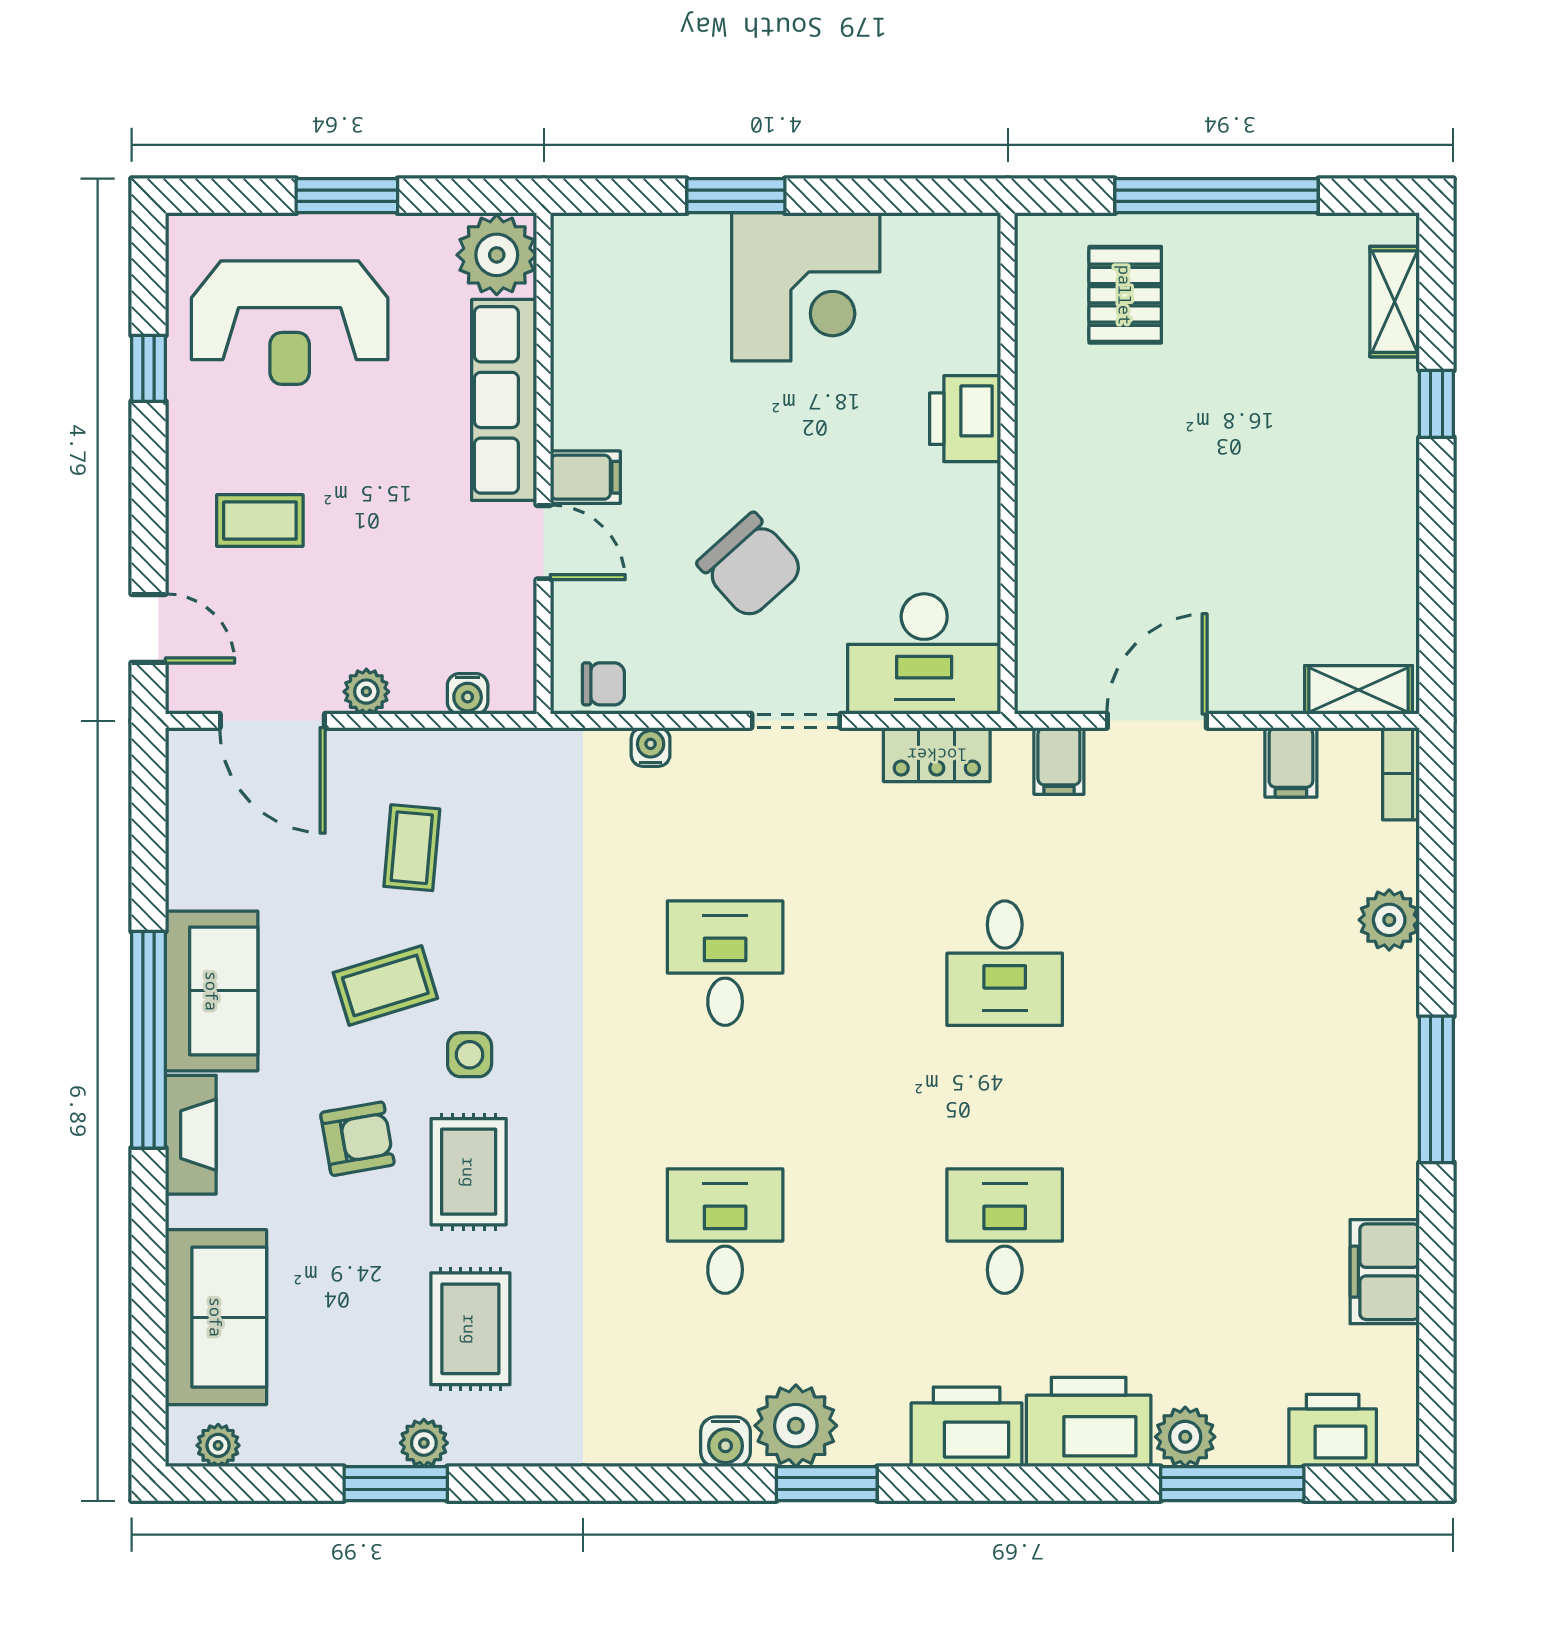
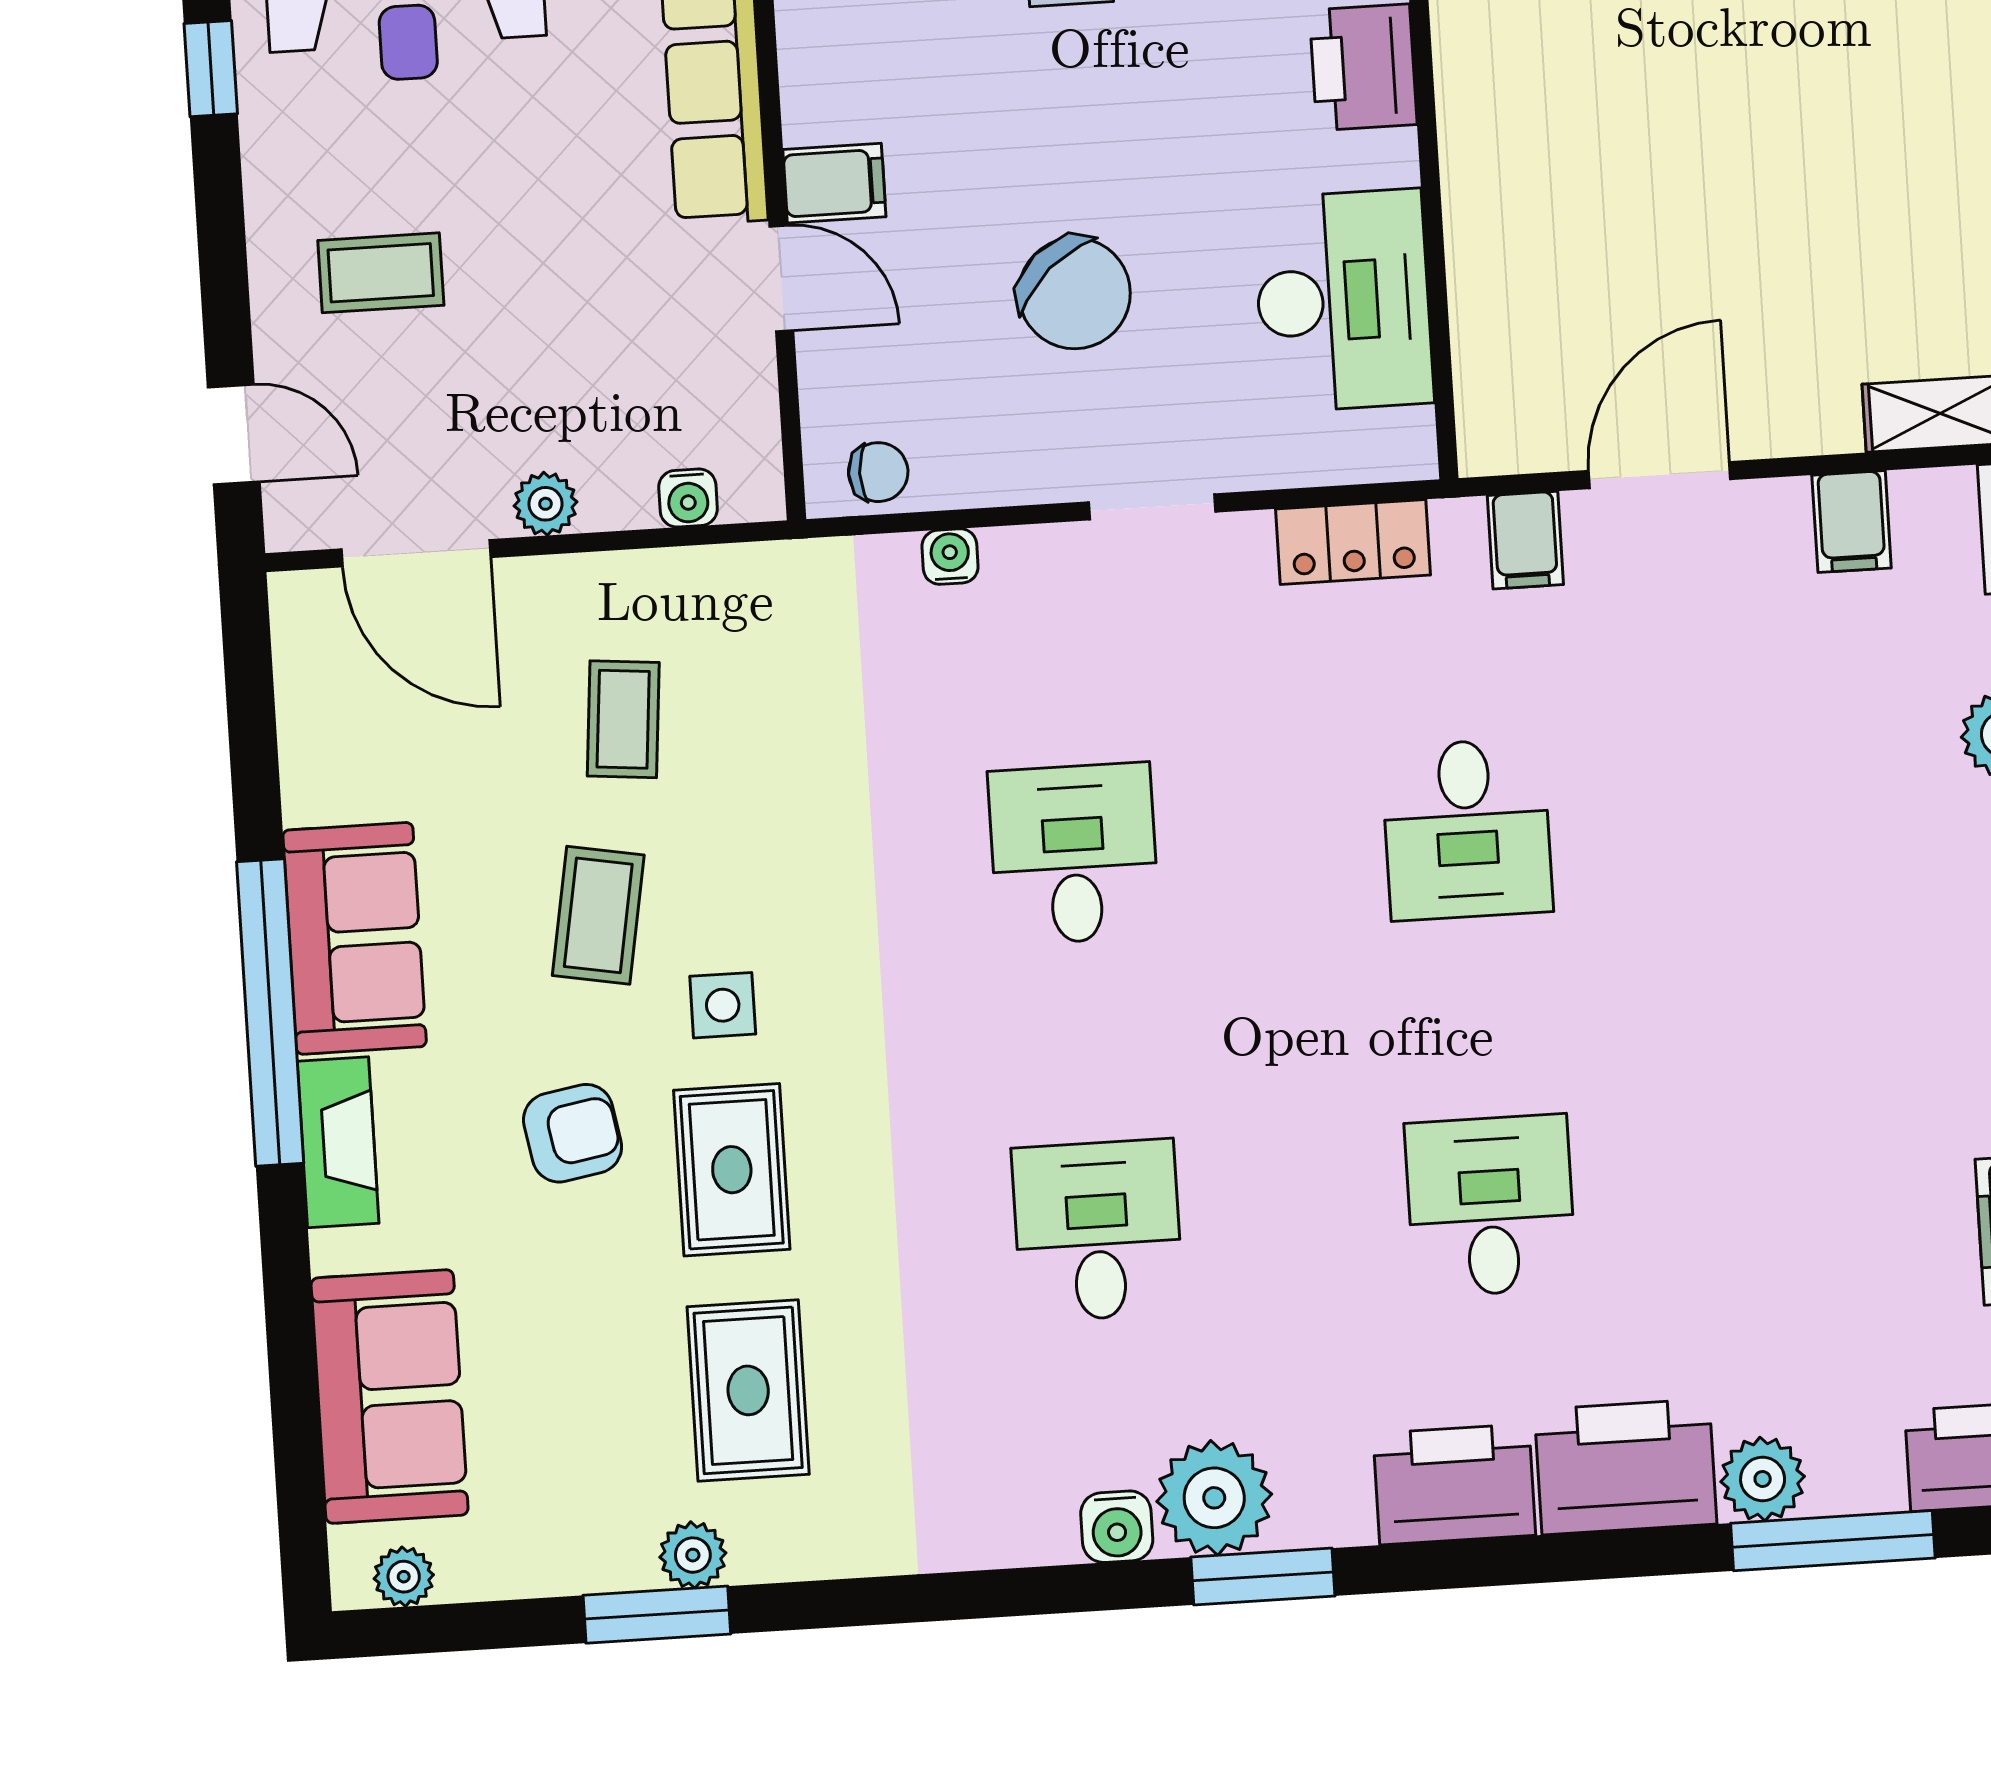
desk: (924, 654) -> (1343, 301), moved, turned -90
coffee table: (385, 985) -> (598, 915), turned -63

